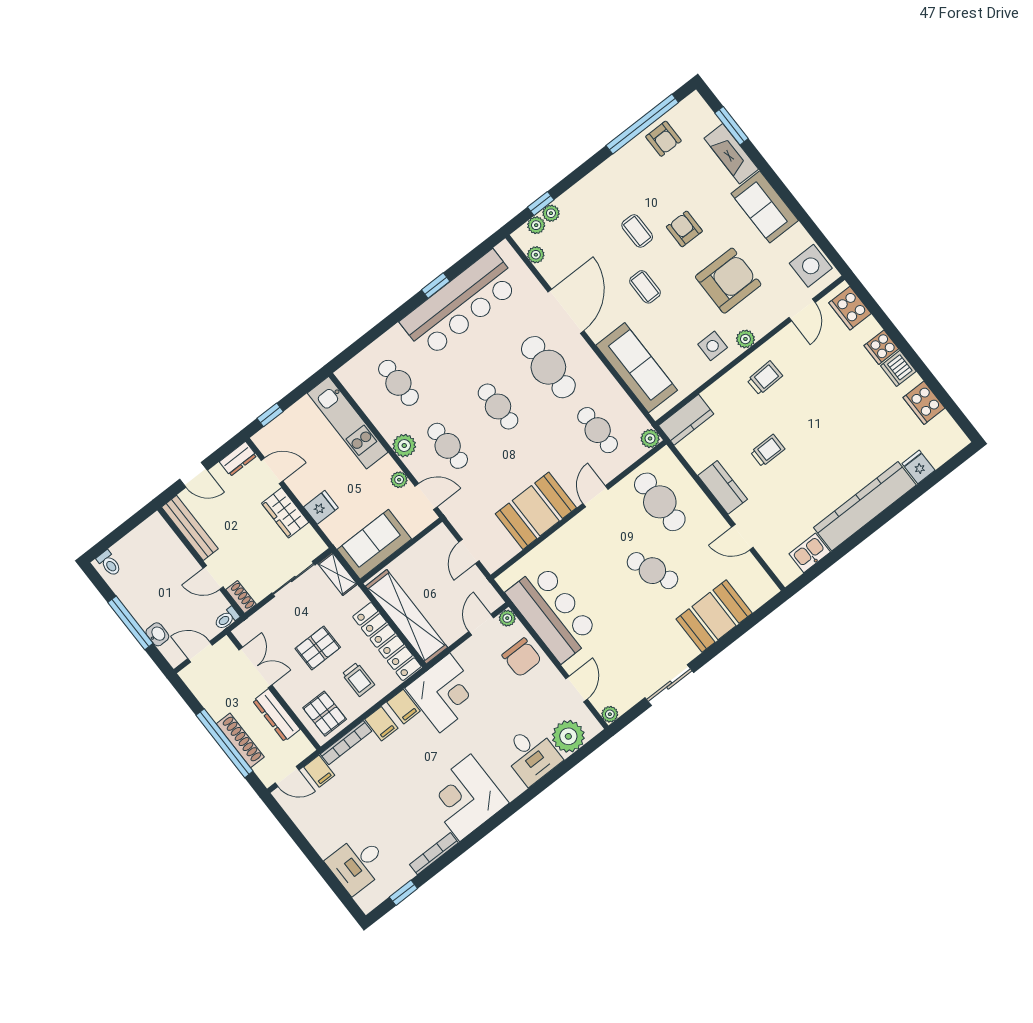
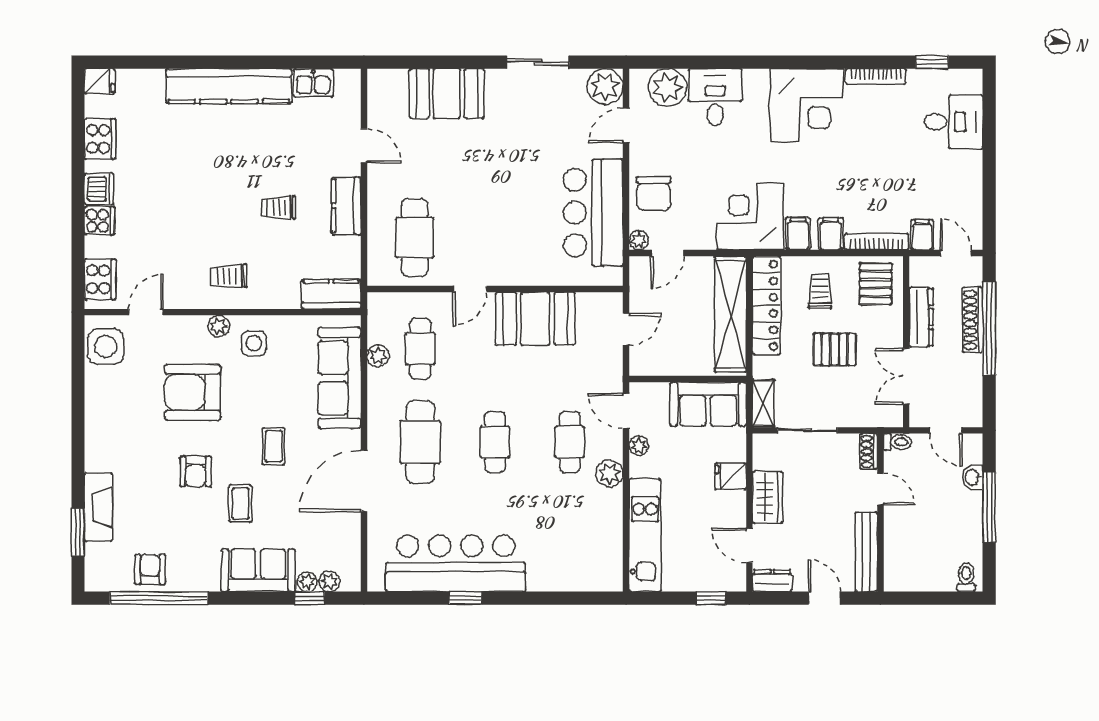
sofa: (765, 207) -> (258, 570), moved, turned -90
plant: (536, 255) -> (351, 555), removed
cafe table: (398, 383) -> (570, 535), removed
plant: (650, 438) -> (378, 356), moved
fridge: (918, 467) -> (100, 81), moved, turned -90
cafe table: (652, 571) -> (471, 180), removed
chair: (522, 657) -> (654, 194), turned 180
plant: (610, 714) -> (605, 86), width x1.87, depth x1.87

